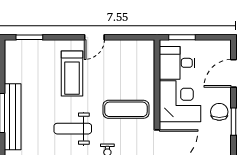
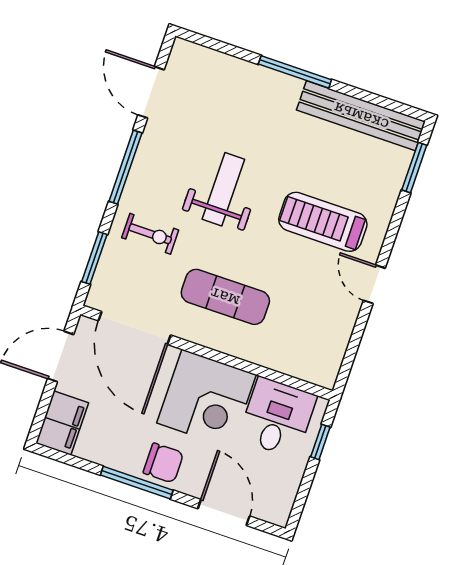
window: (182, 37) -> (320, 442), width x0.67
exercise mat: (126, 109) -> (225, 297), turned 90
bench: (13, 117) -> (361, 116), moved
window: (234, 122) -> (137, 483), width x1.44

